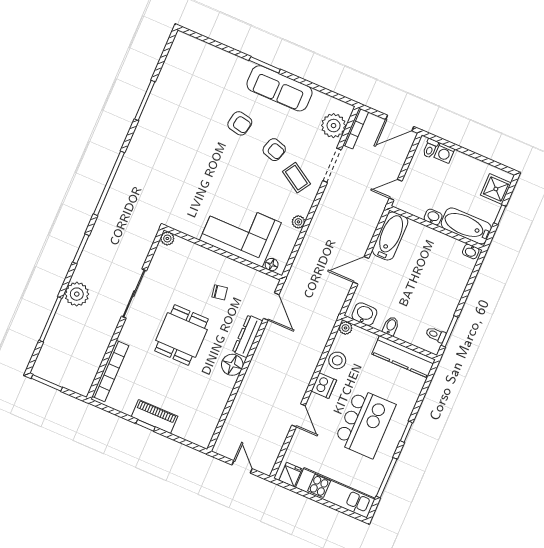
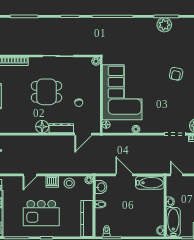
armchair: (274, 150) -> (170, 99), removed
coffee table: (296, 178) -> (160, 118), removed
corner sofa: (240, 232) -> (122, 92), width x1.36, depth x1.36
plant: (77, 294) -> (164, 25), moved

